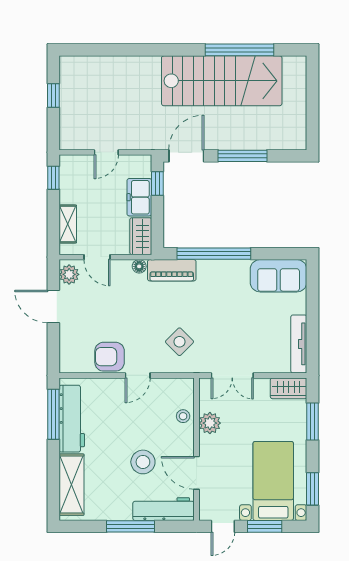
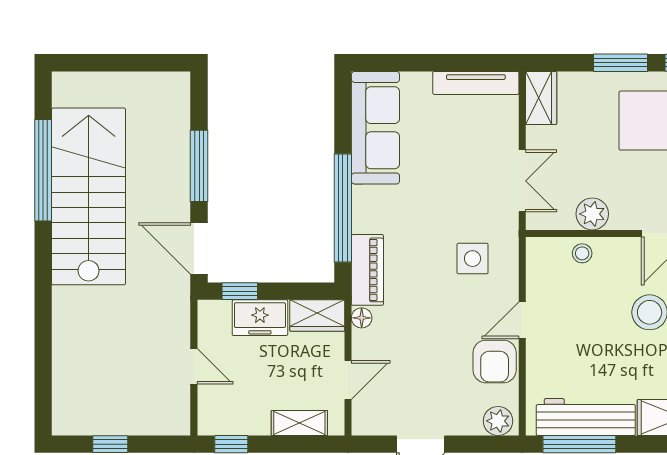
plant: (69, 274) -> (498, 421), moved
sofa: (279, 276) -> (375, 128), width x1.36
side table: (179, 342) -> (473, 259), turned 45
door: (138, 375) -> (522, 320), swing flipped
window: (313, 422) -> (621, 63), moved

